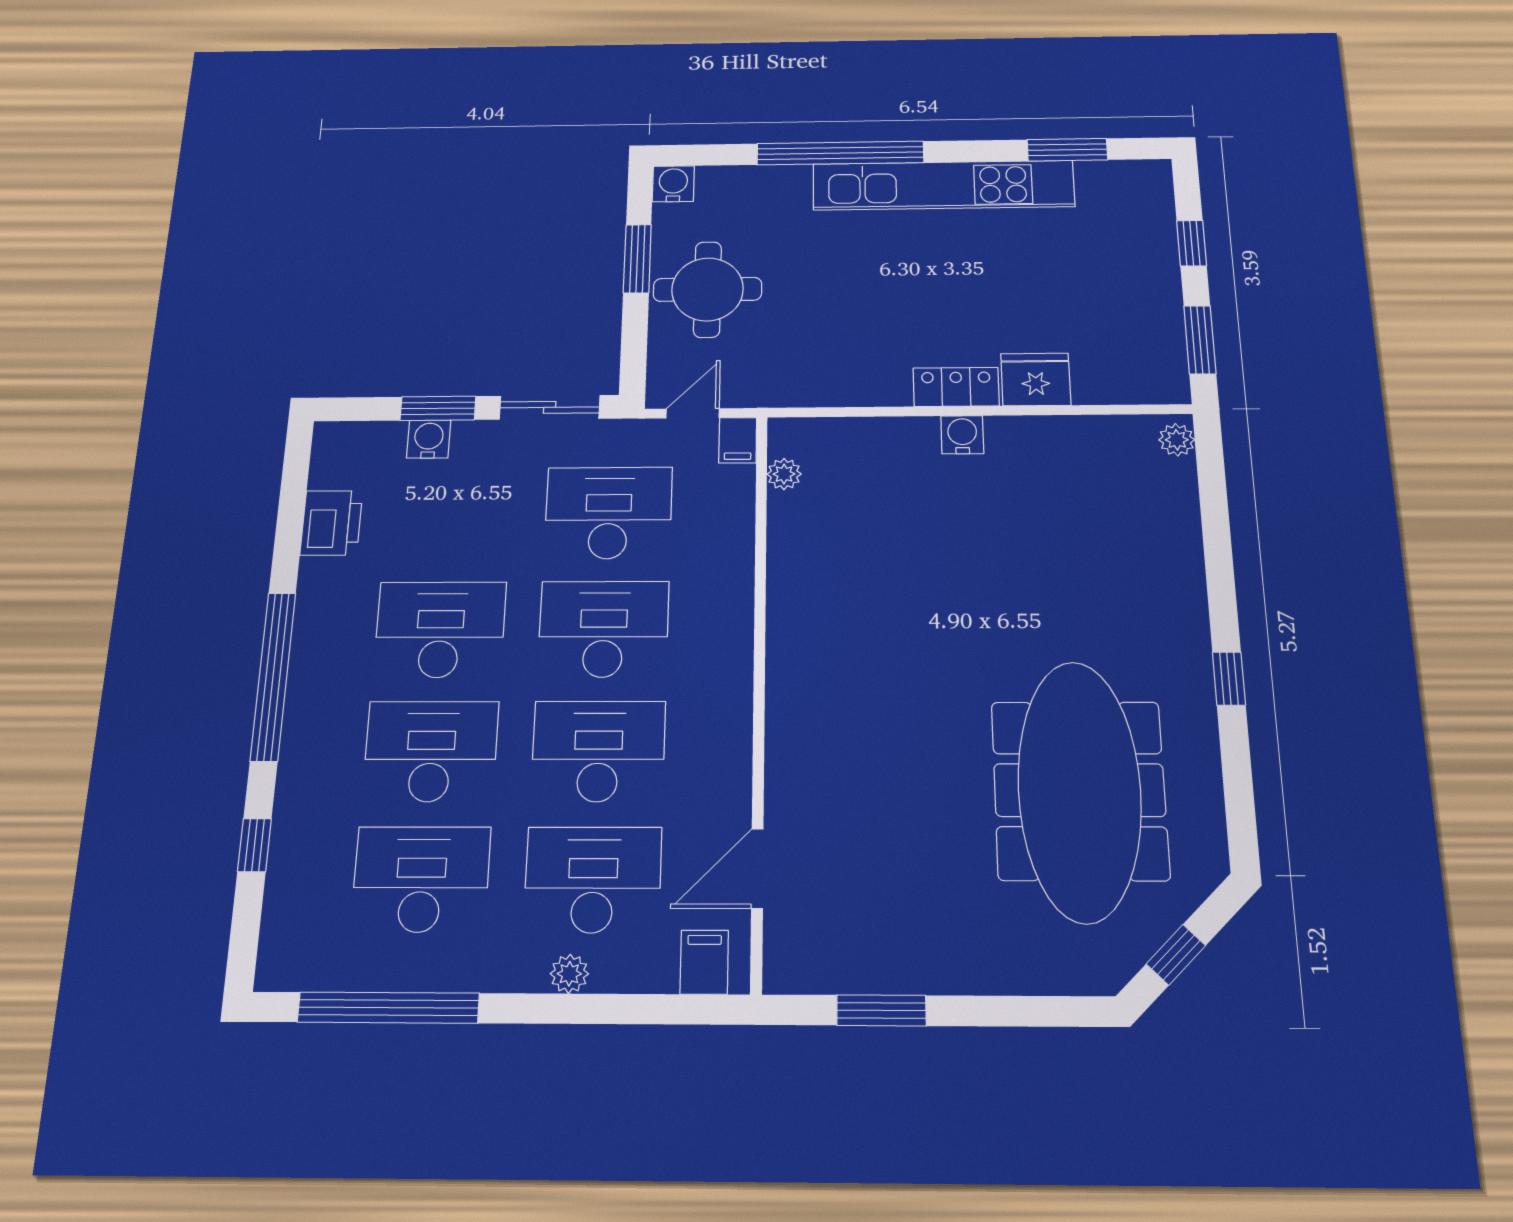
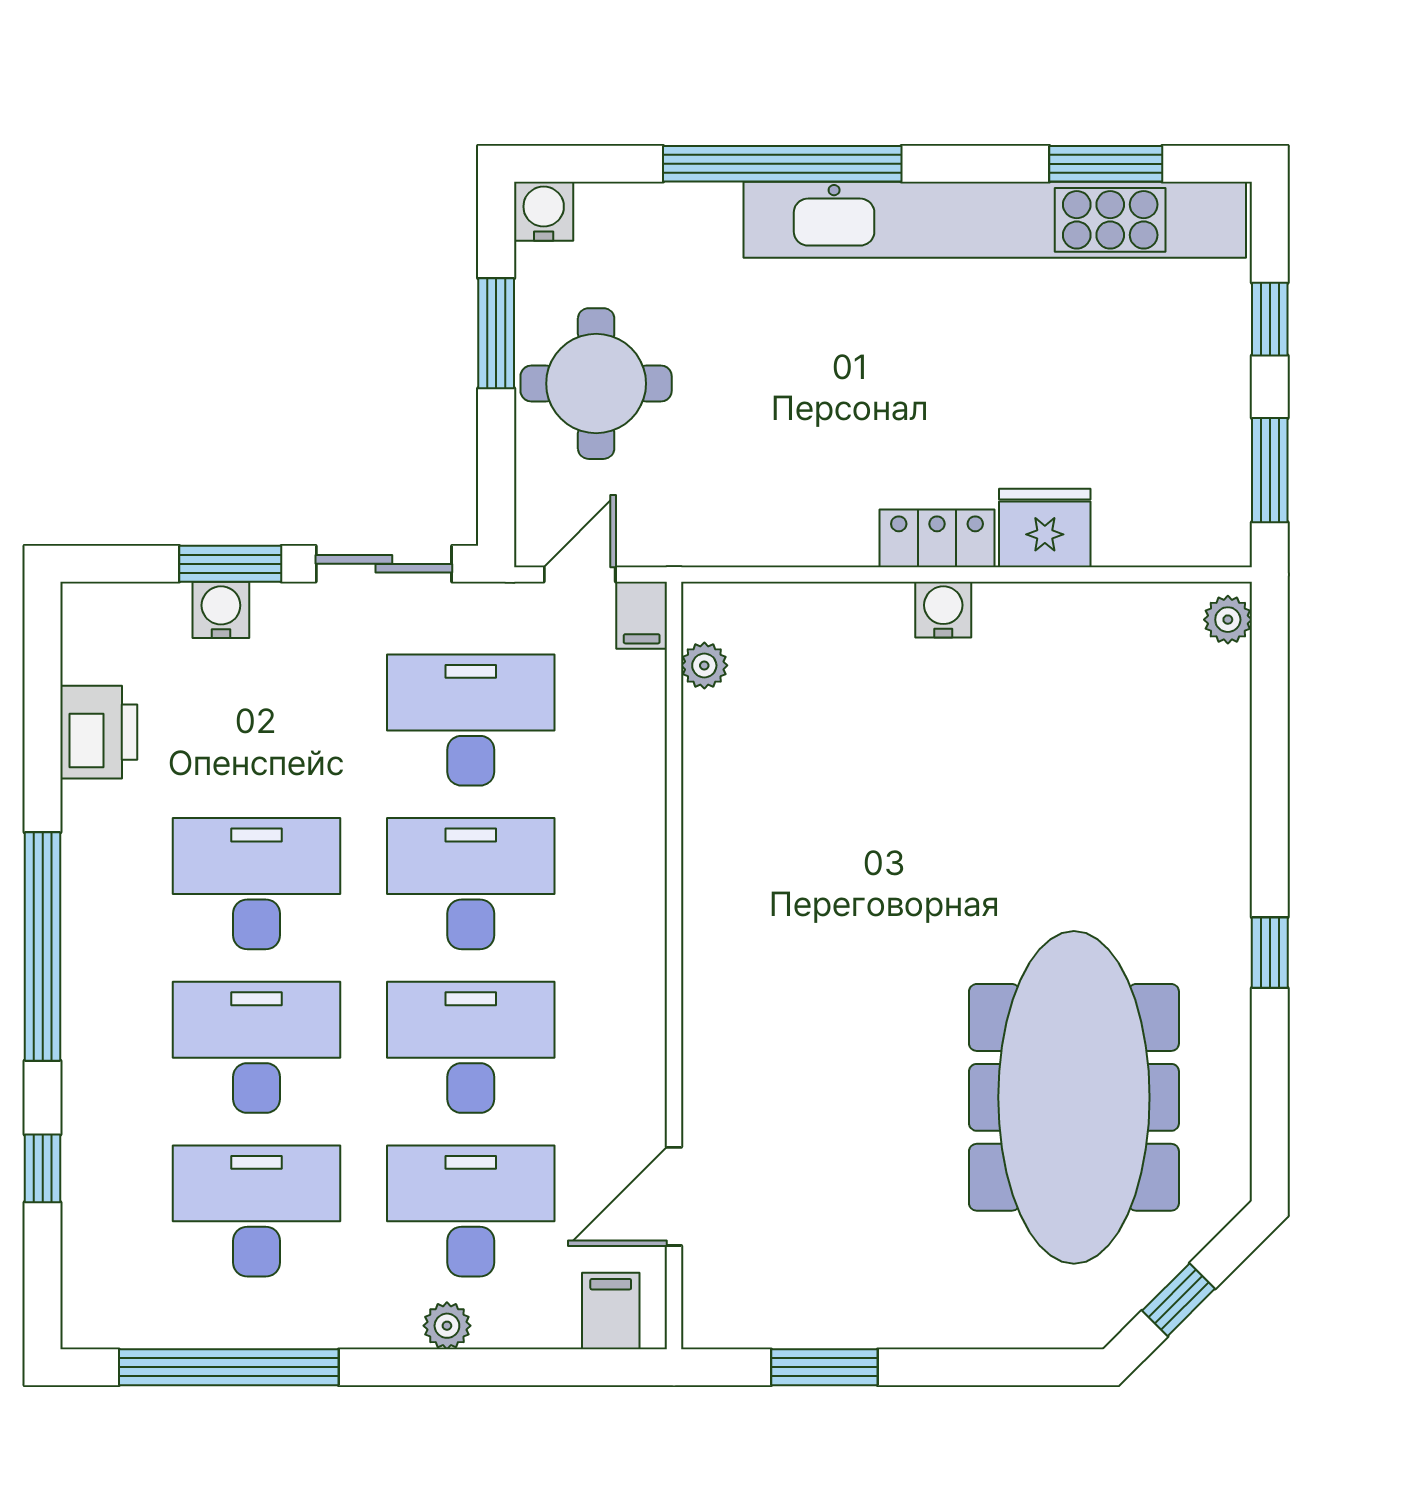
kitchen unit: (943, 185) -> (995, 220), width x1.36

